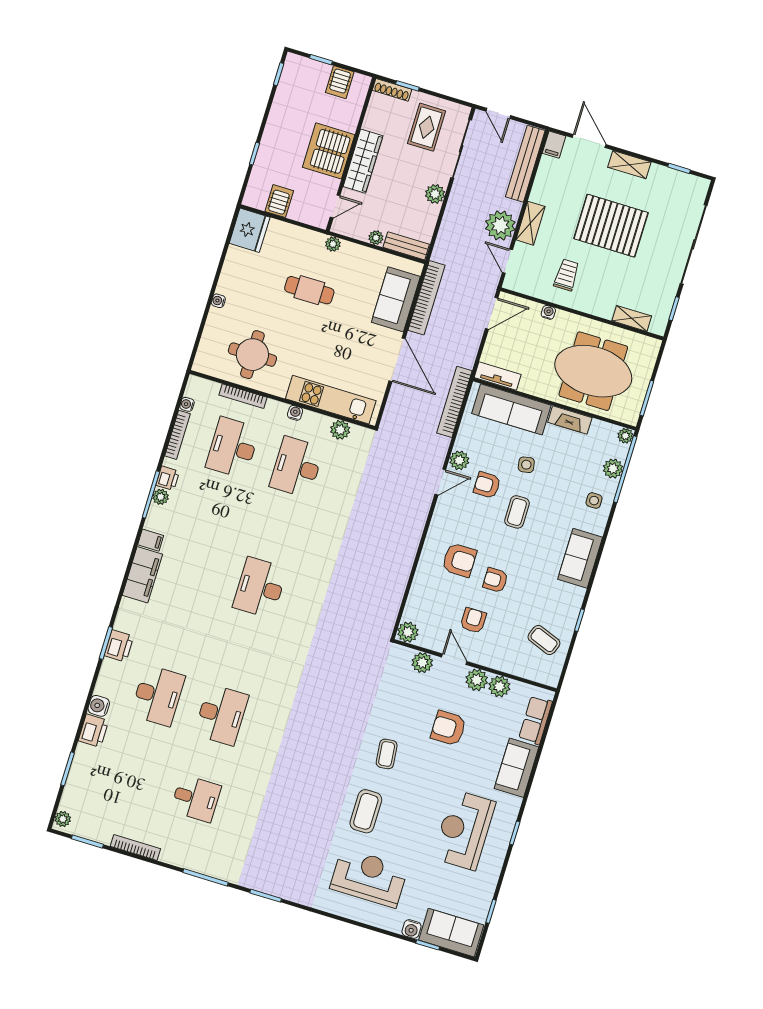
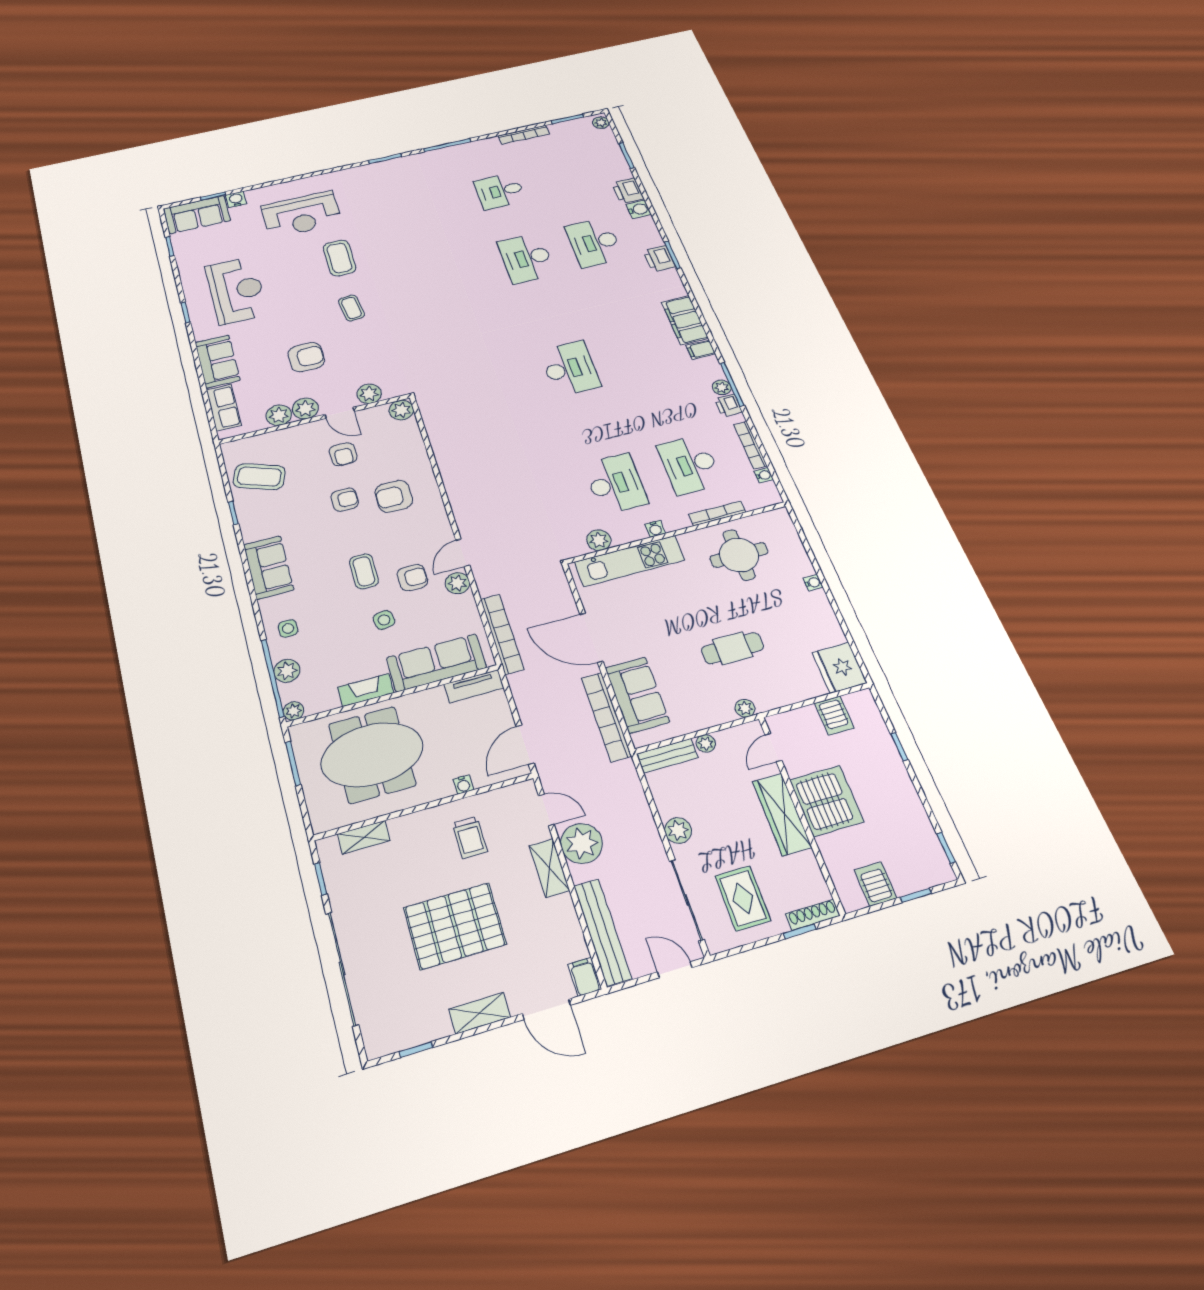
desk: (233, 448) -> (690, 465), turned 180
coffee table: (544, 640) -> (259, 477), width x1.36, depth x1.30

